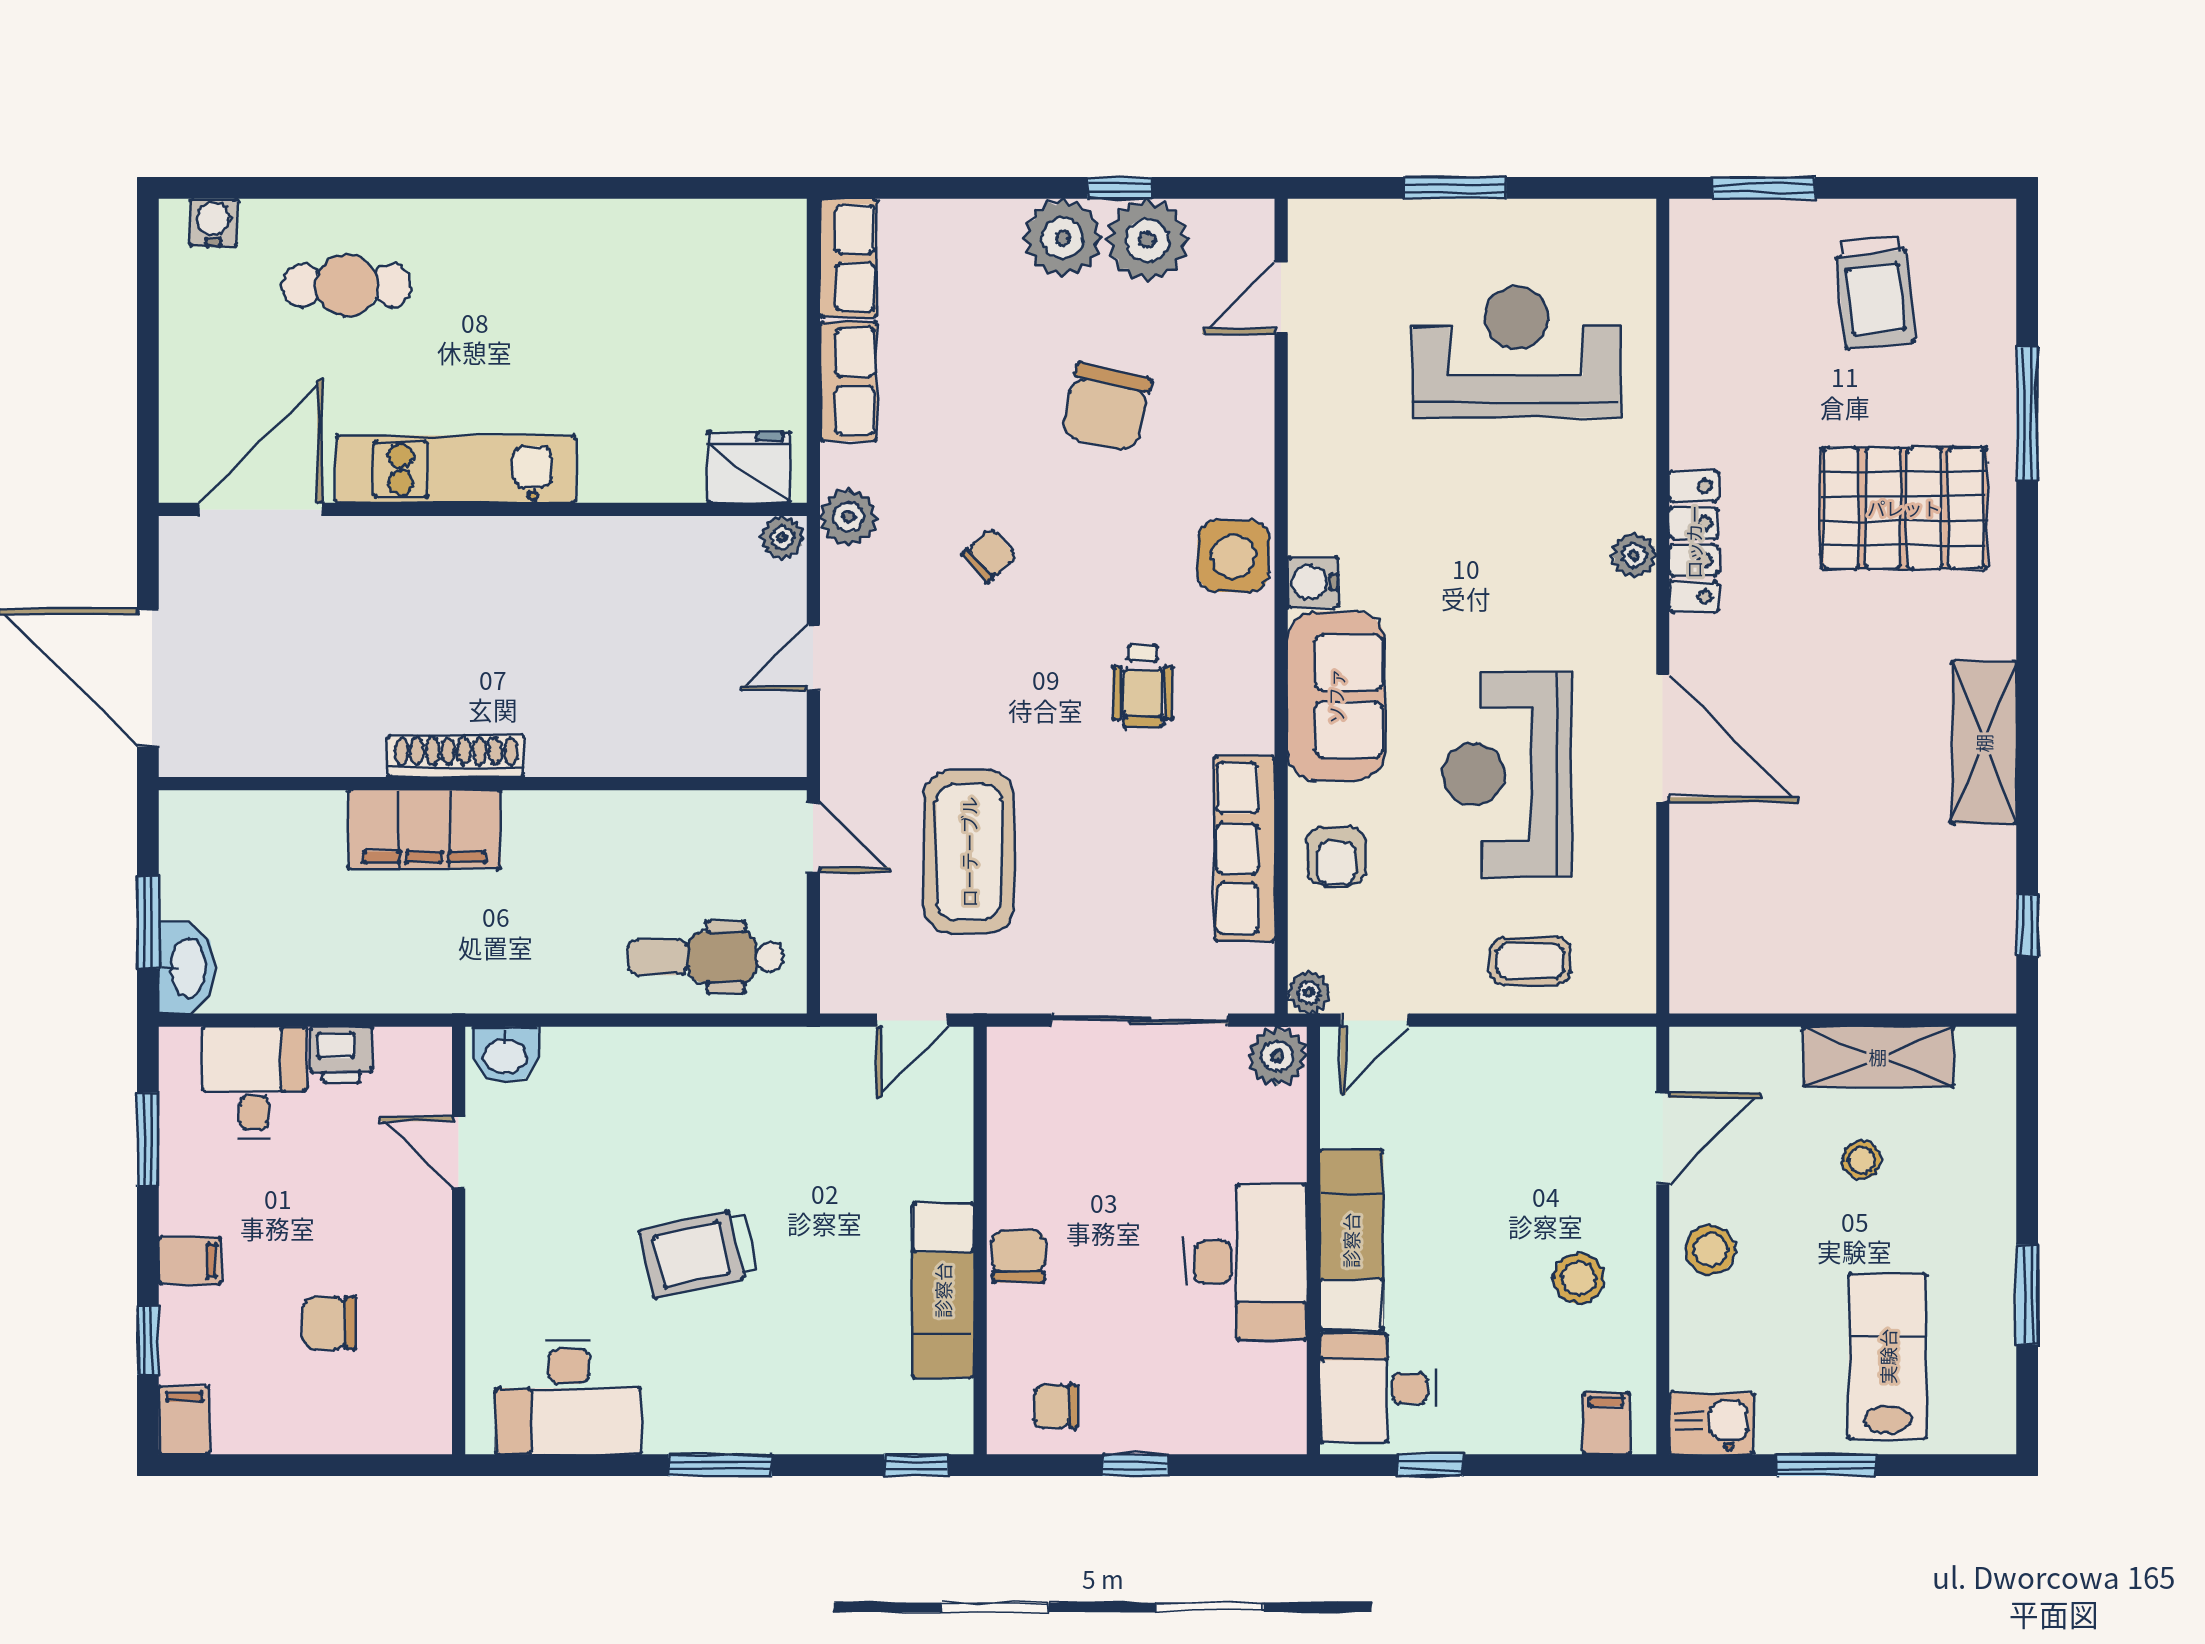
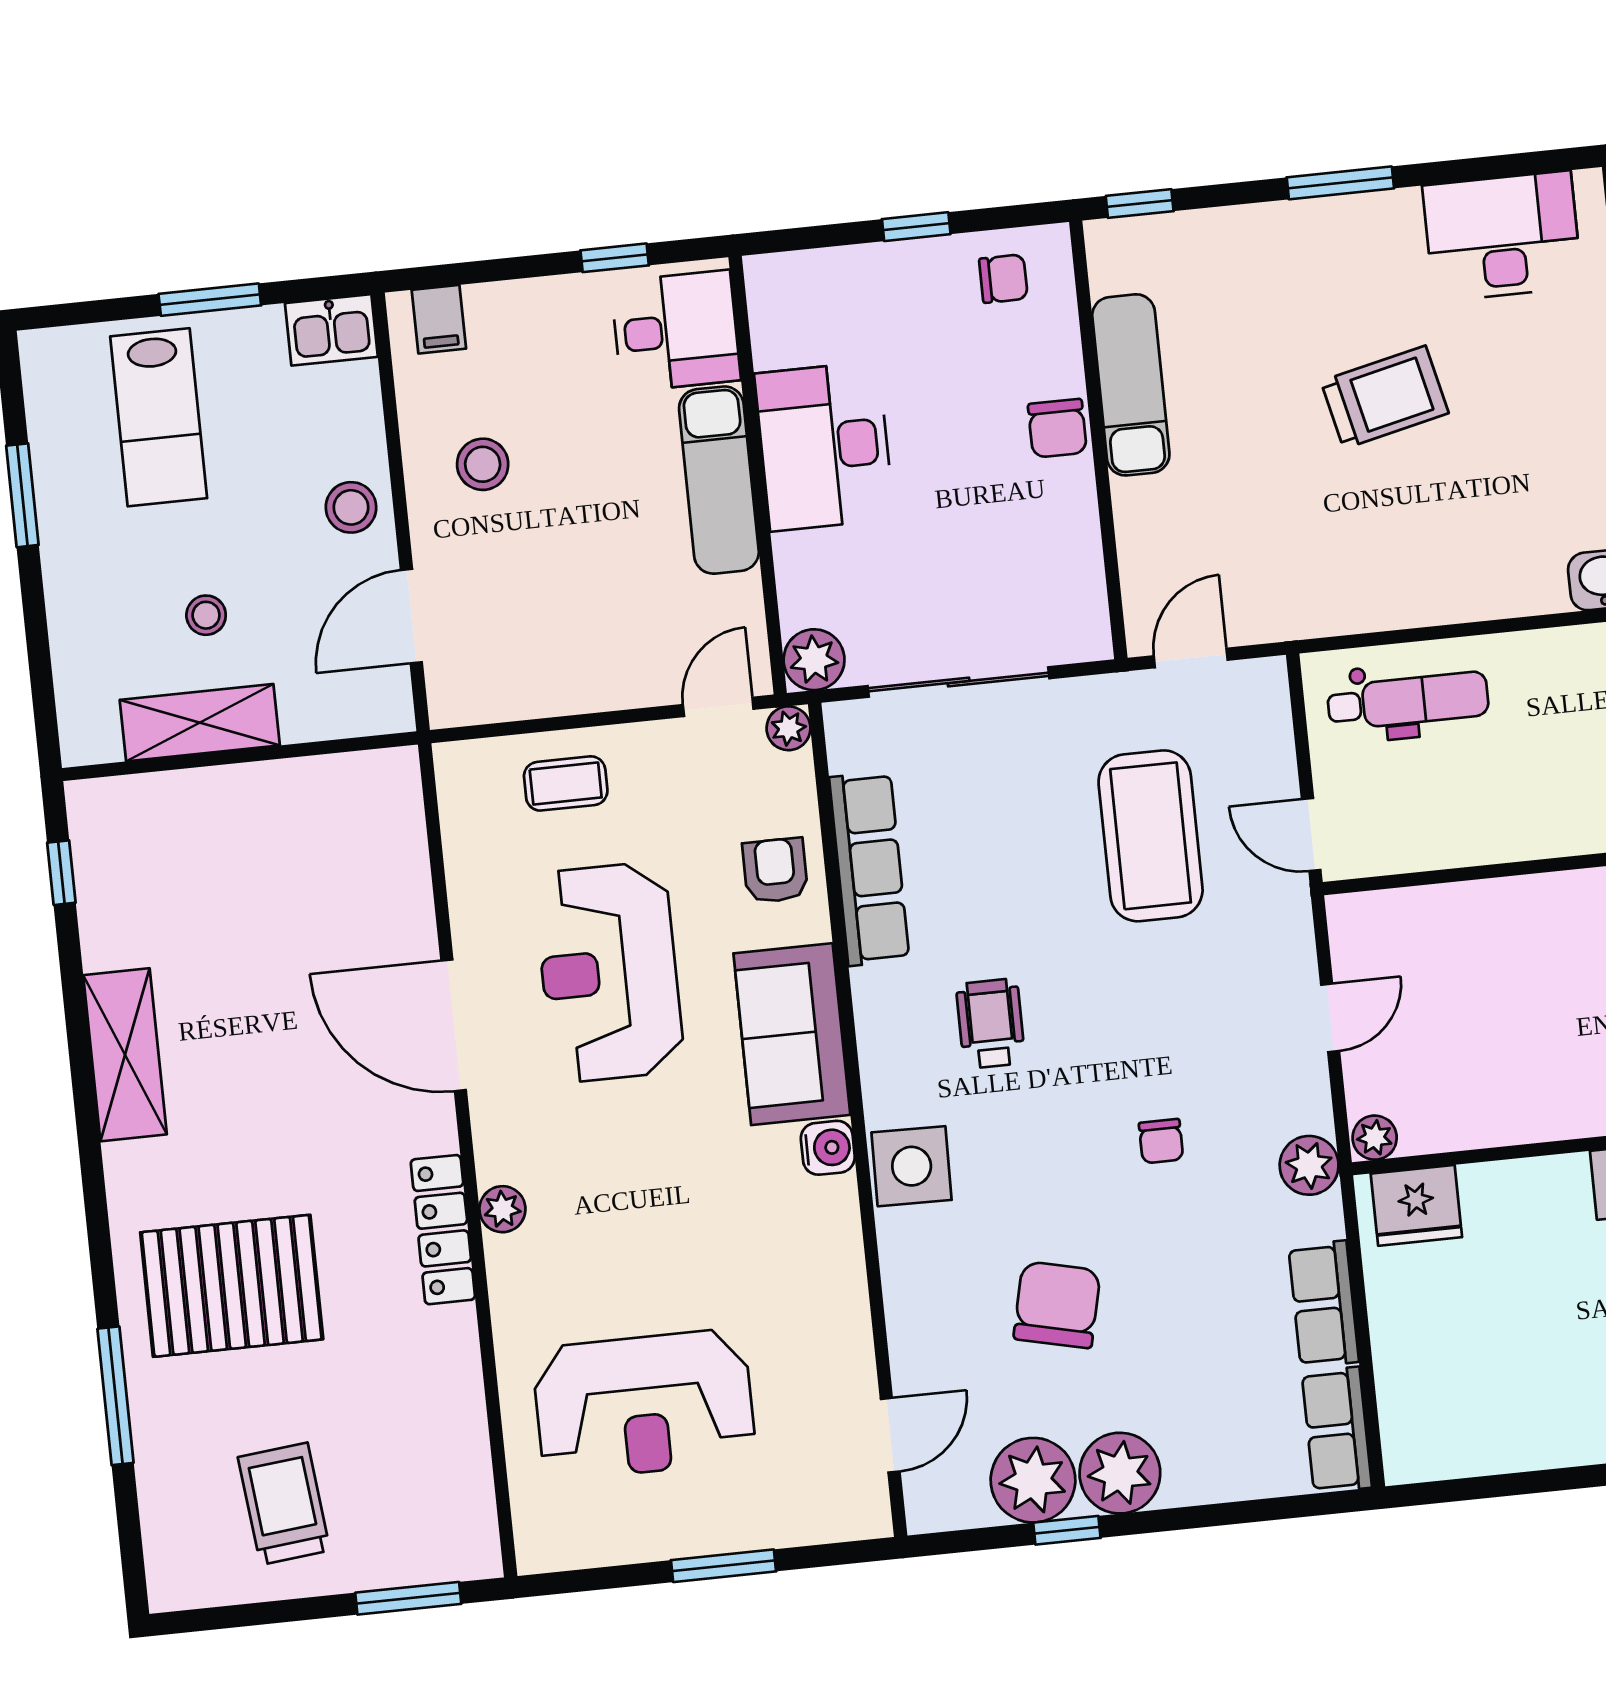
chair: (989, 555) -> (1161, 1141), turned -49
reception desk: (1507, 774) -> (609, 972), turned 180

